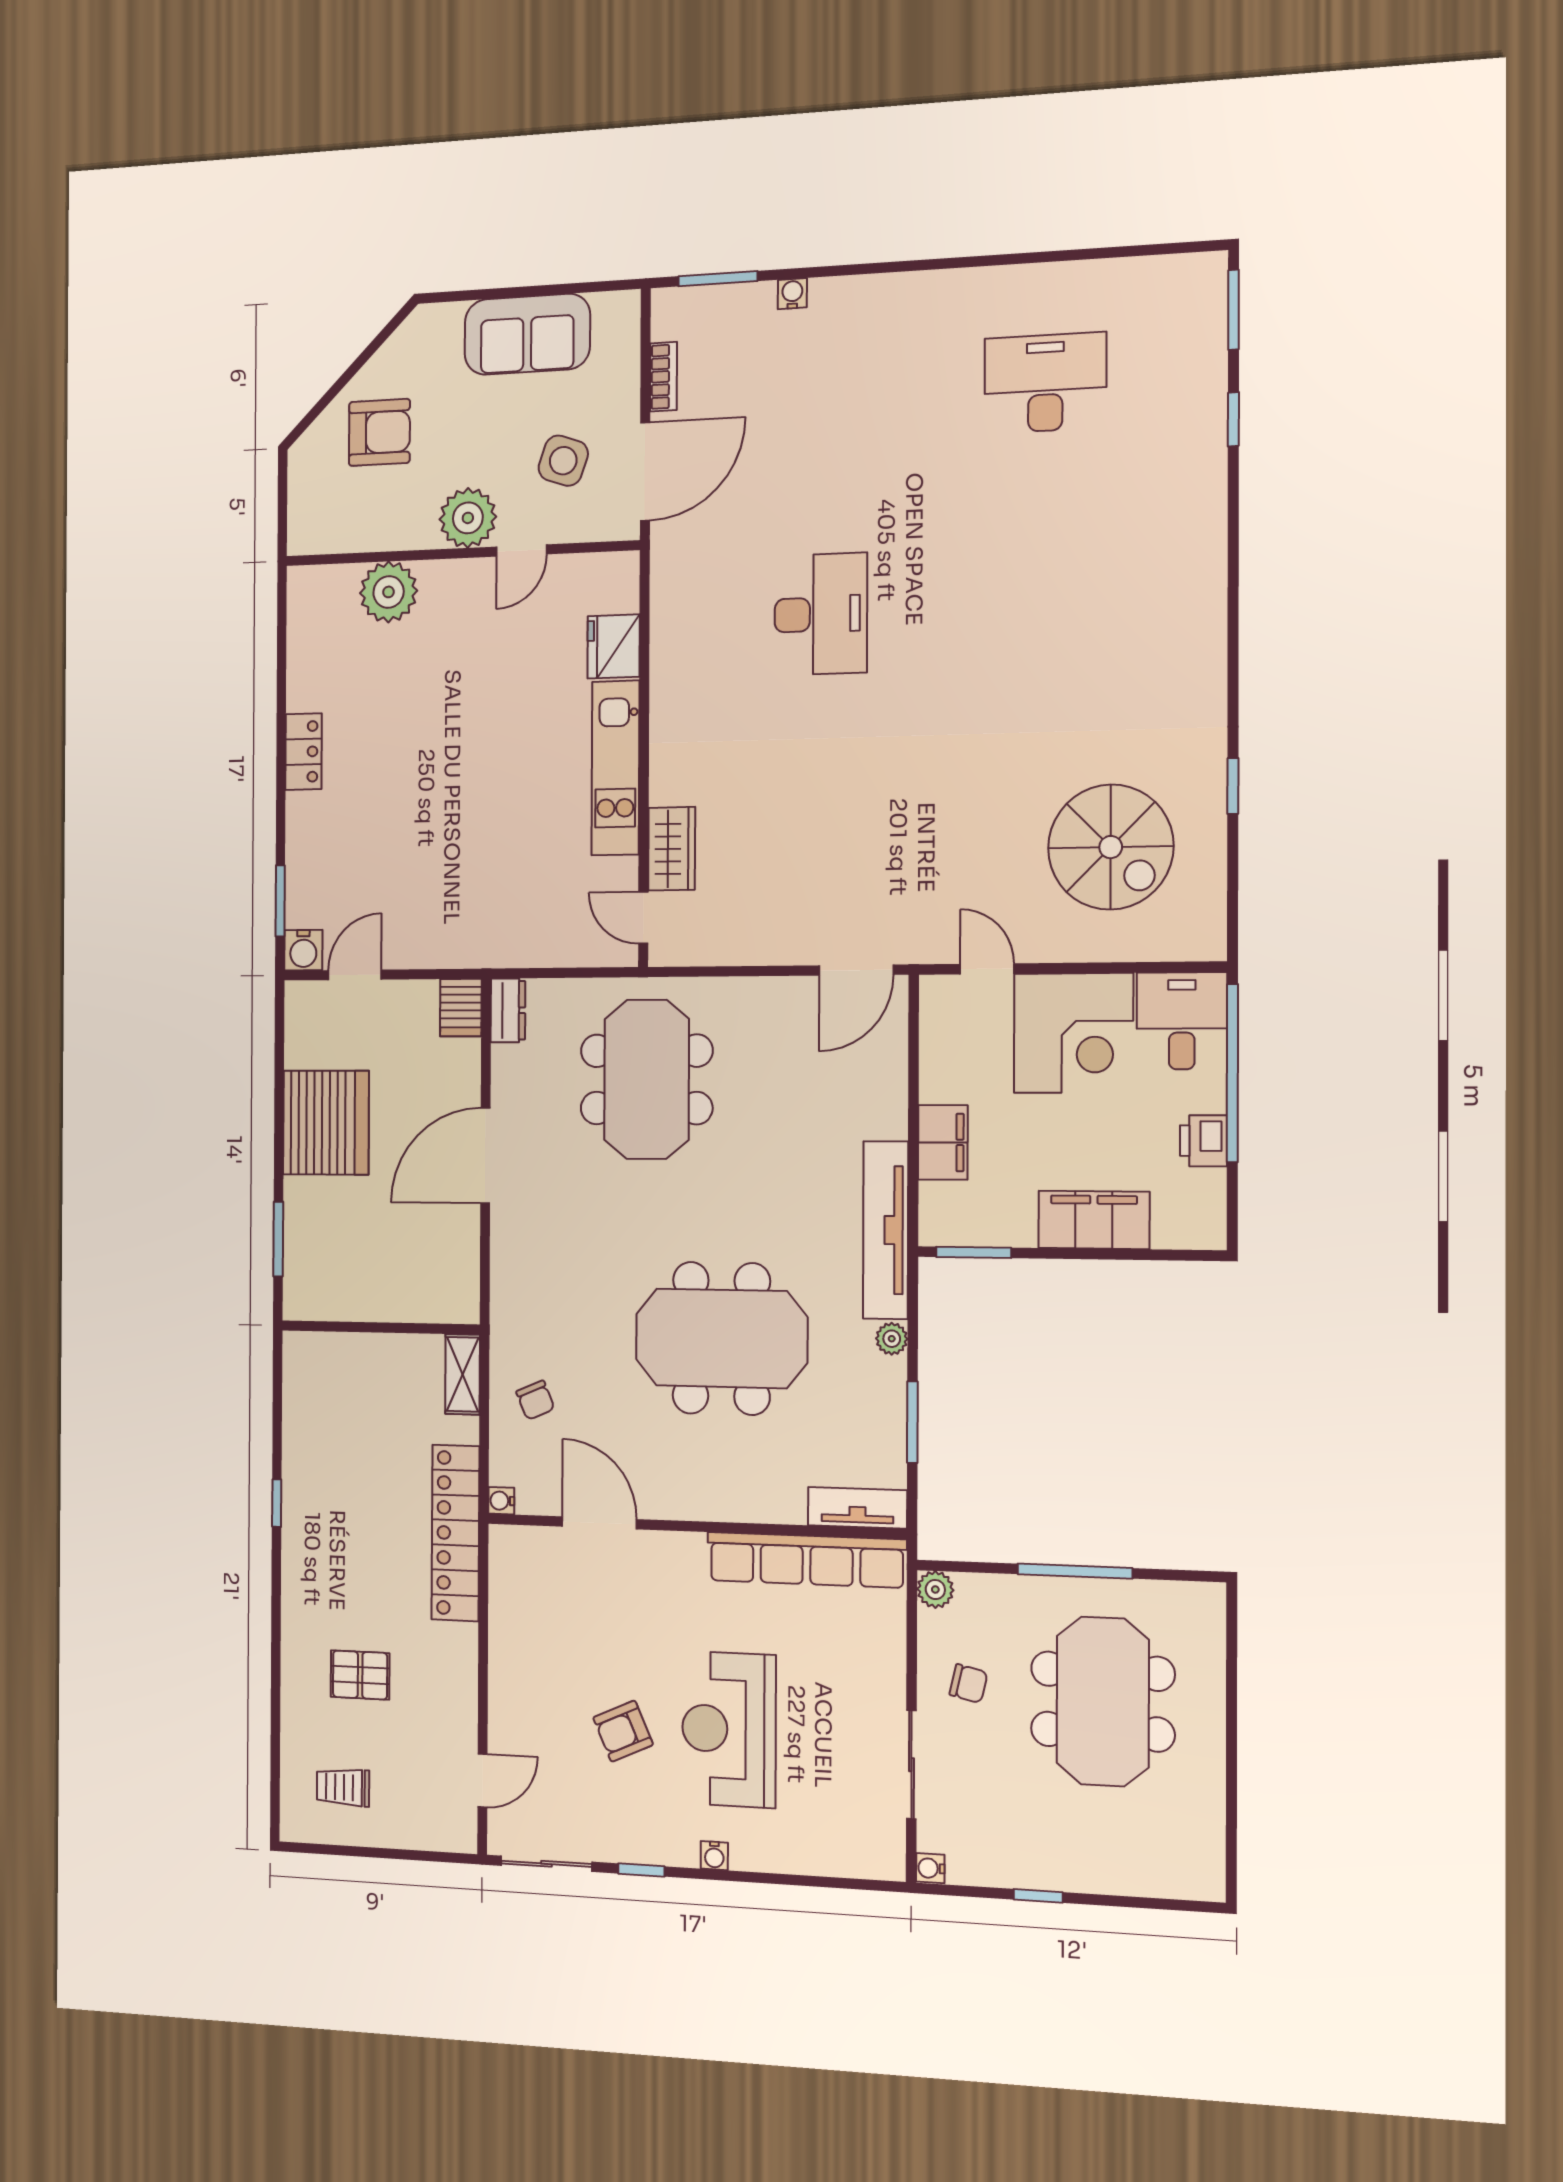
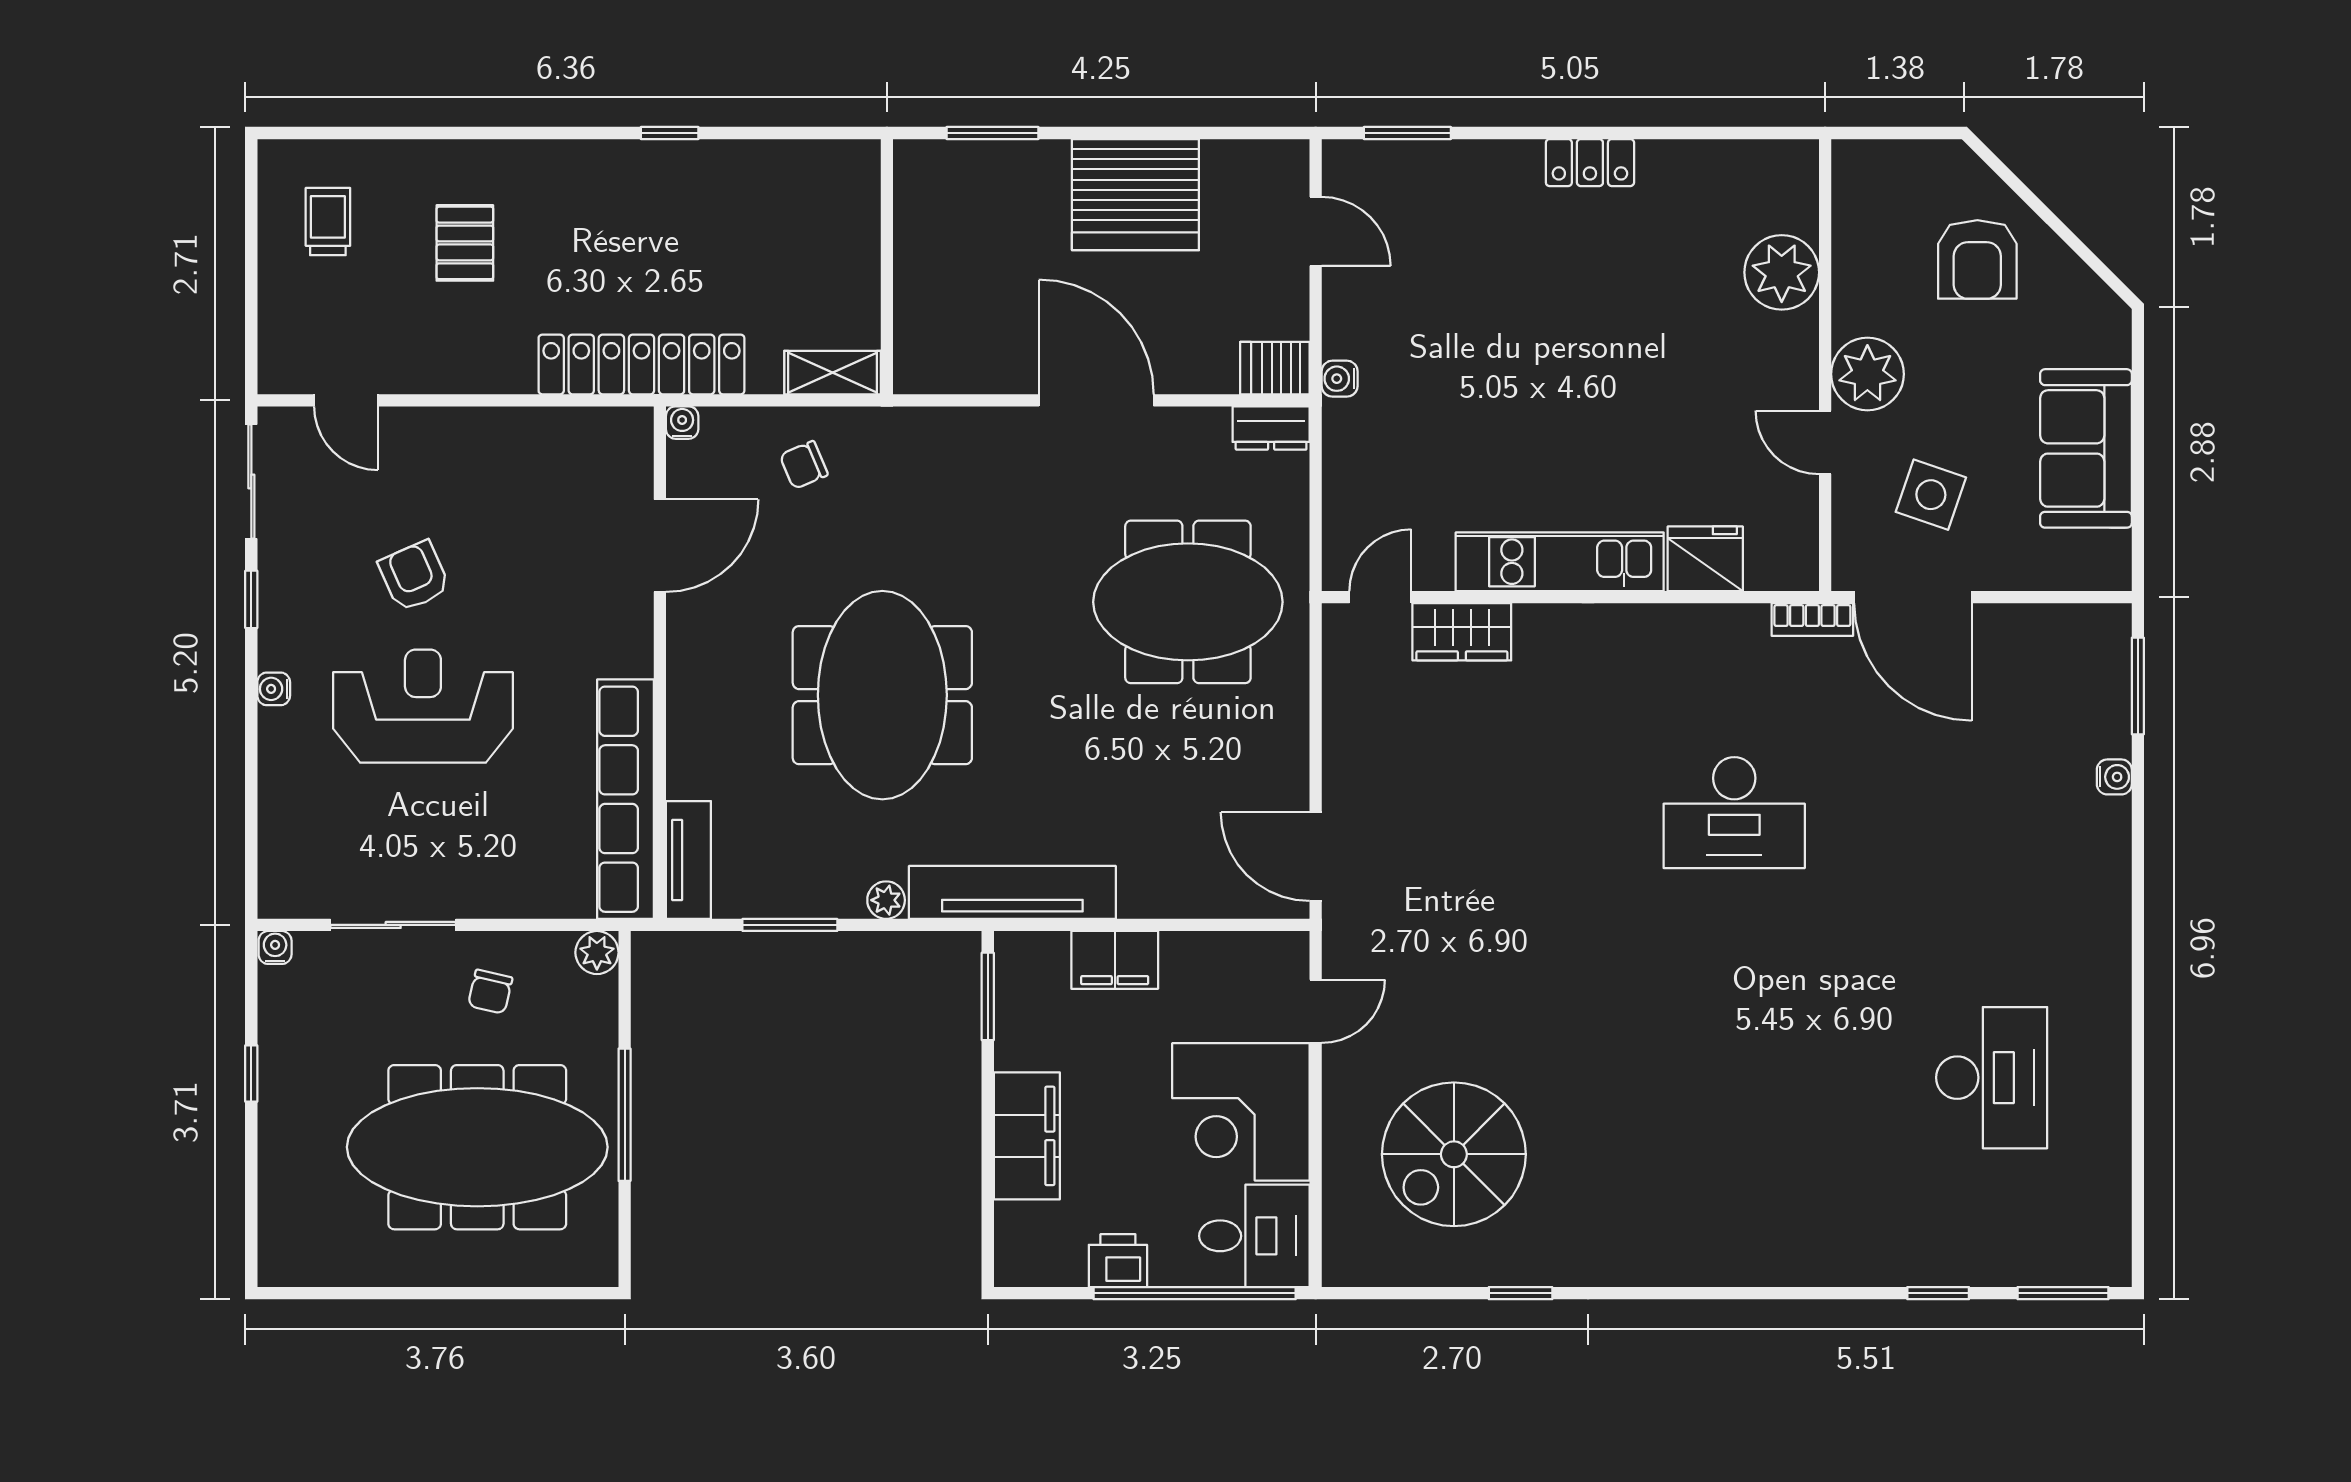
bookcase: (664, 377) -> (1812, 619), moved
water cooler: (303, 950) -> (1340, 379), moved, width x0.72, depth x0.72
meeting table: (1103, 1701) -> (477, 1147), width x1.36

